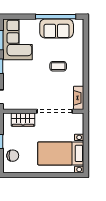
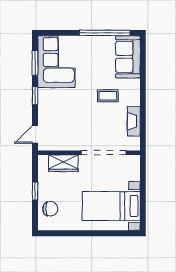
sofa: (57, 28) -> (128, 57), moved, turned 90
fireplace: (79, 98) -> (134, 121), moved

